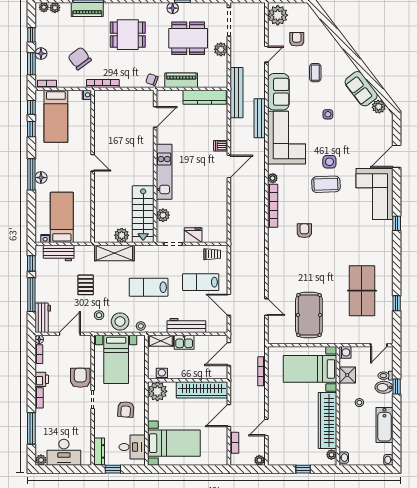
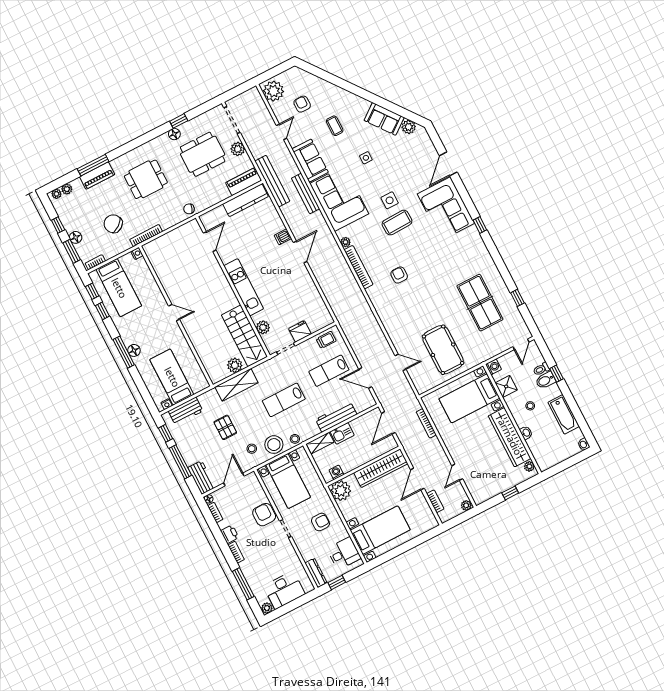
piano: (181, 80) -> (244, 182), moved
armchair: (126, 409) -> (320, 522), turned -94
washbasin: (344, 458) -> (526, 433), moved

